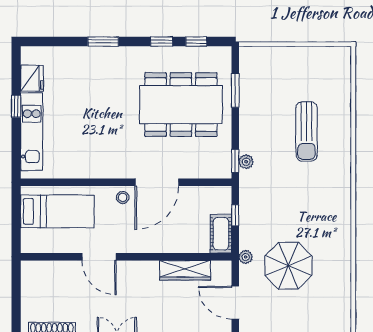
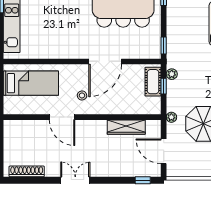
plant: (246, 162) -> (172, 74), moved
stool: (123, 197) -> (82, 95), moved
cot: (221, 234) -> (153, 82), moved

